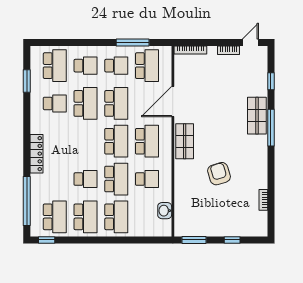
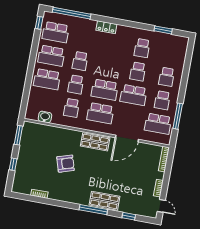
school desk: (55, 66) -> (171, 53), removed
door: (173, 102) -> (127, 138), swing flipped
school desk: (85, 103) -> (138, 72), width x0.54
locker: (37, 154) -> (106, 27), width x0.66
school desk: (116, 179) -> (76, 84), width x0.54

